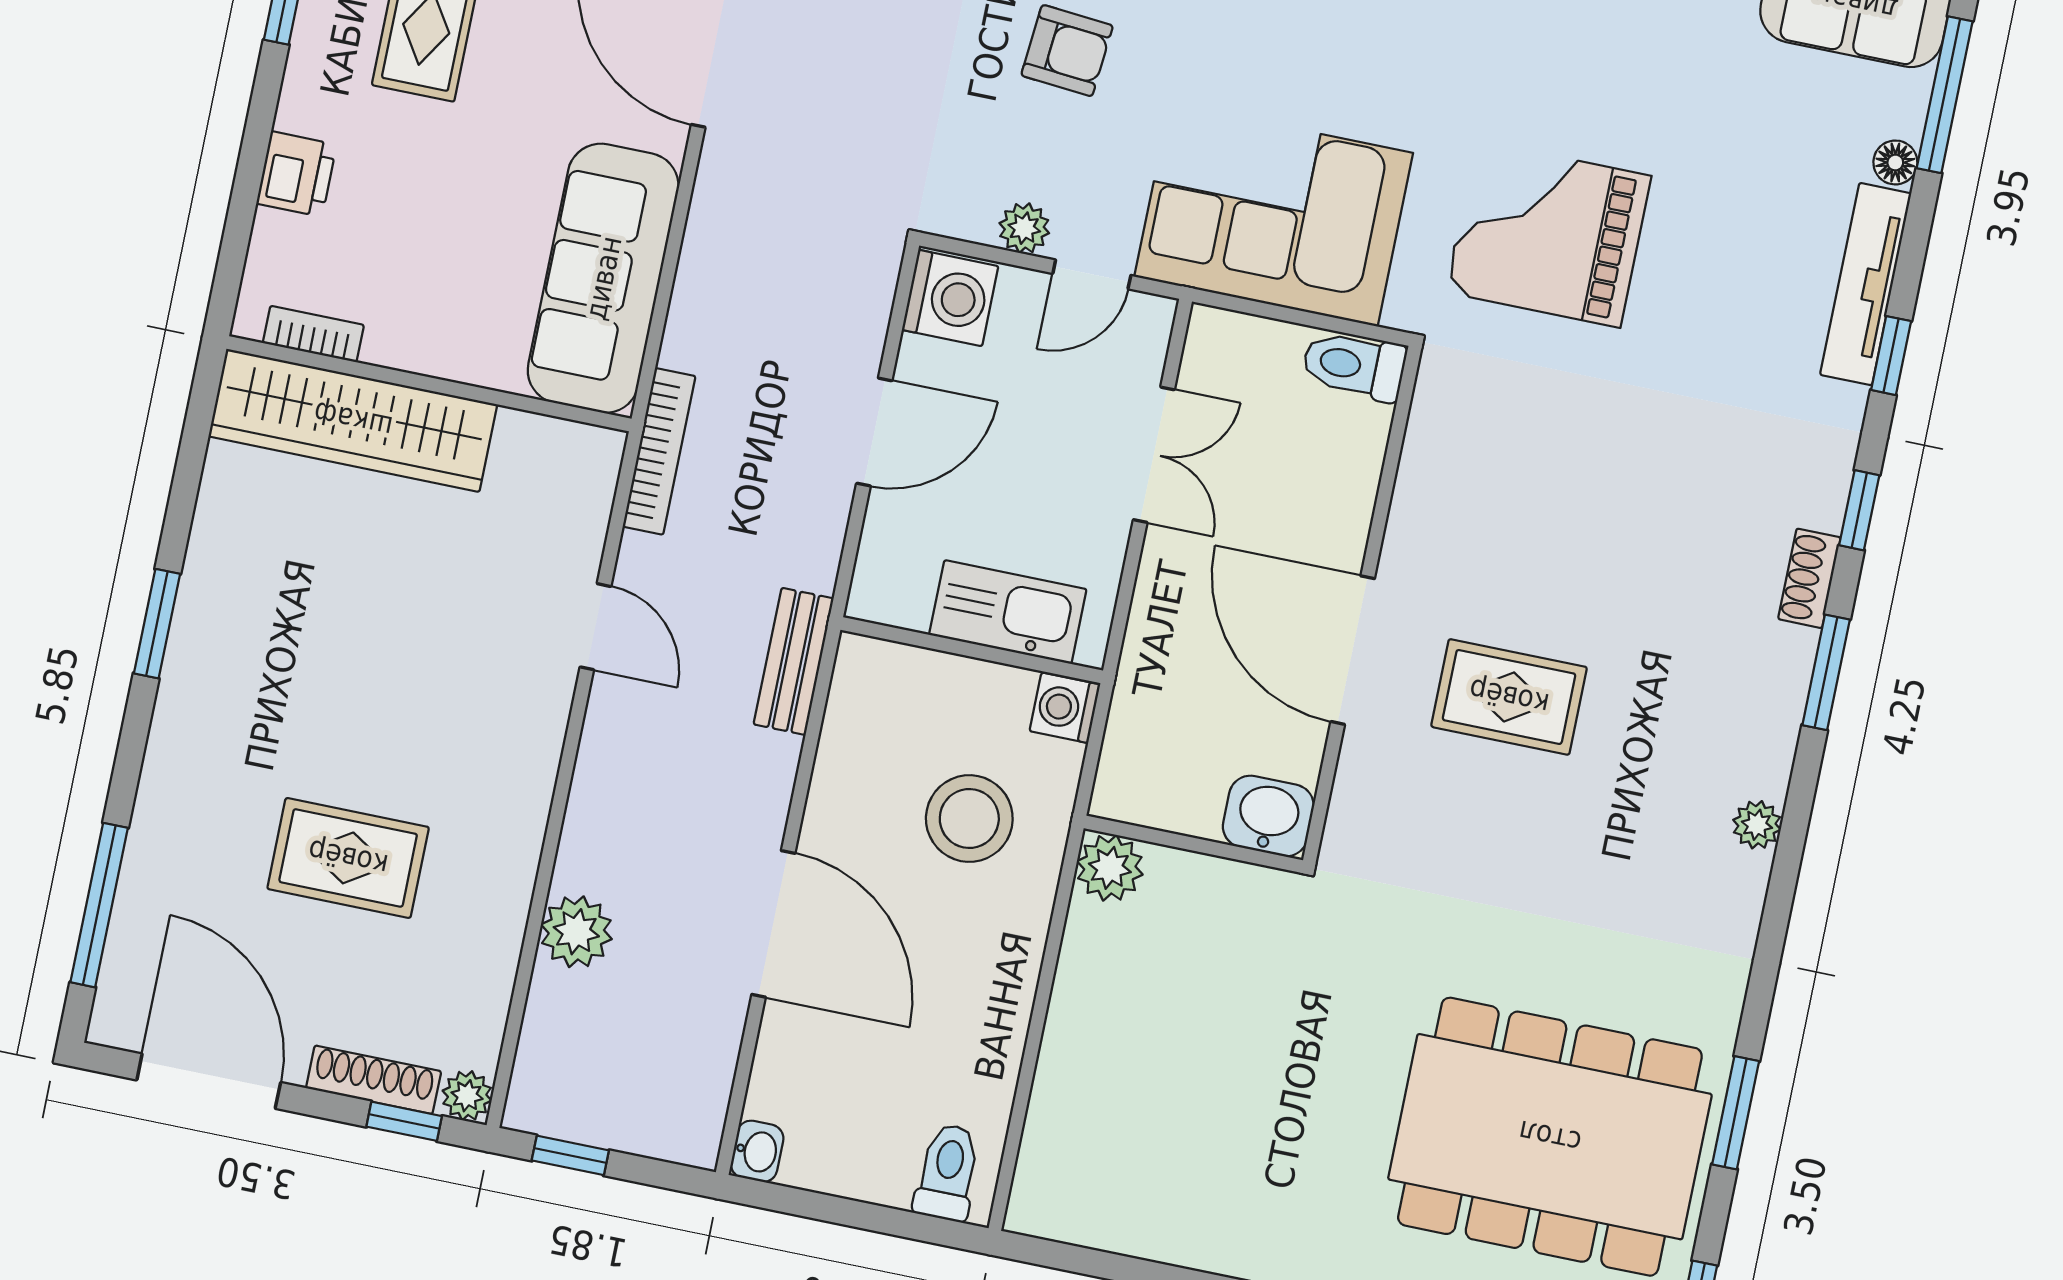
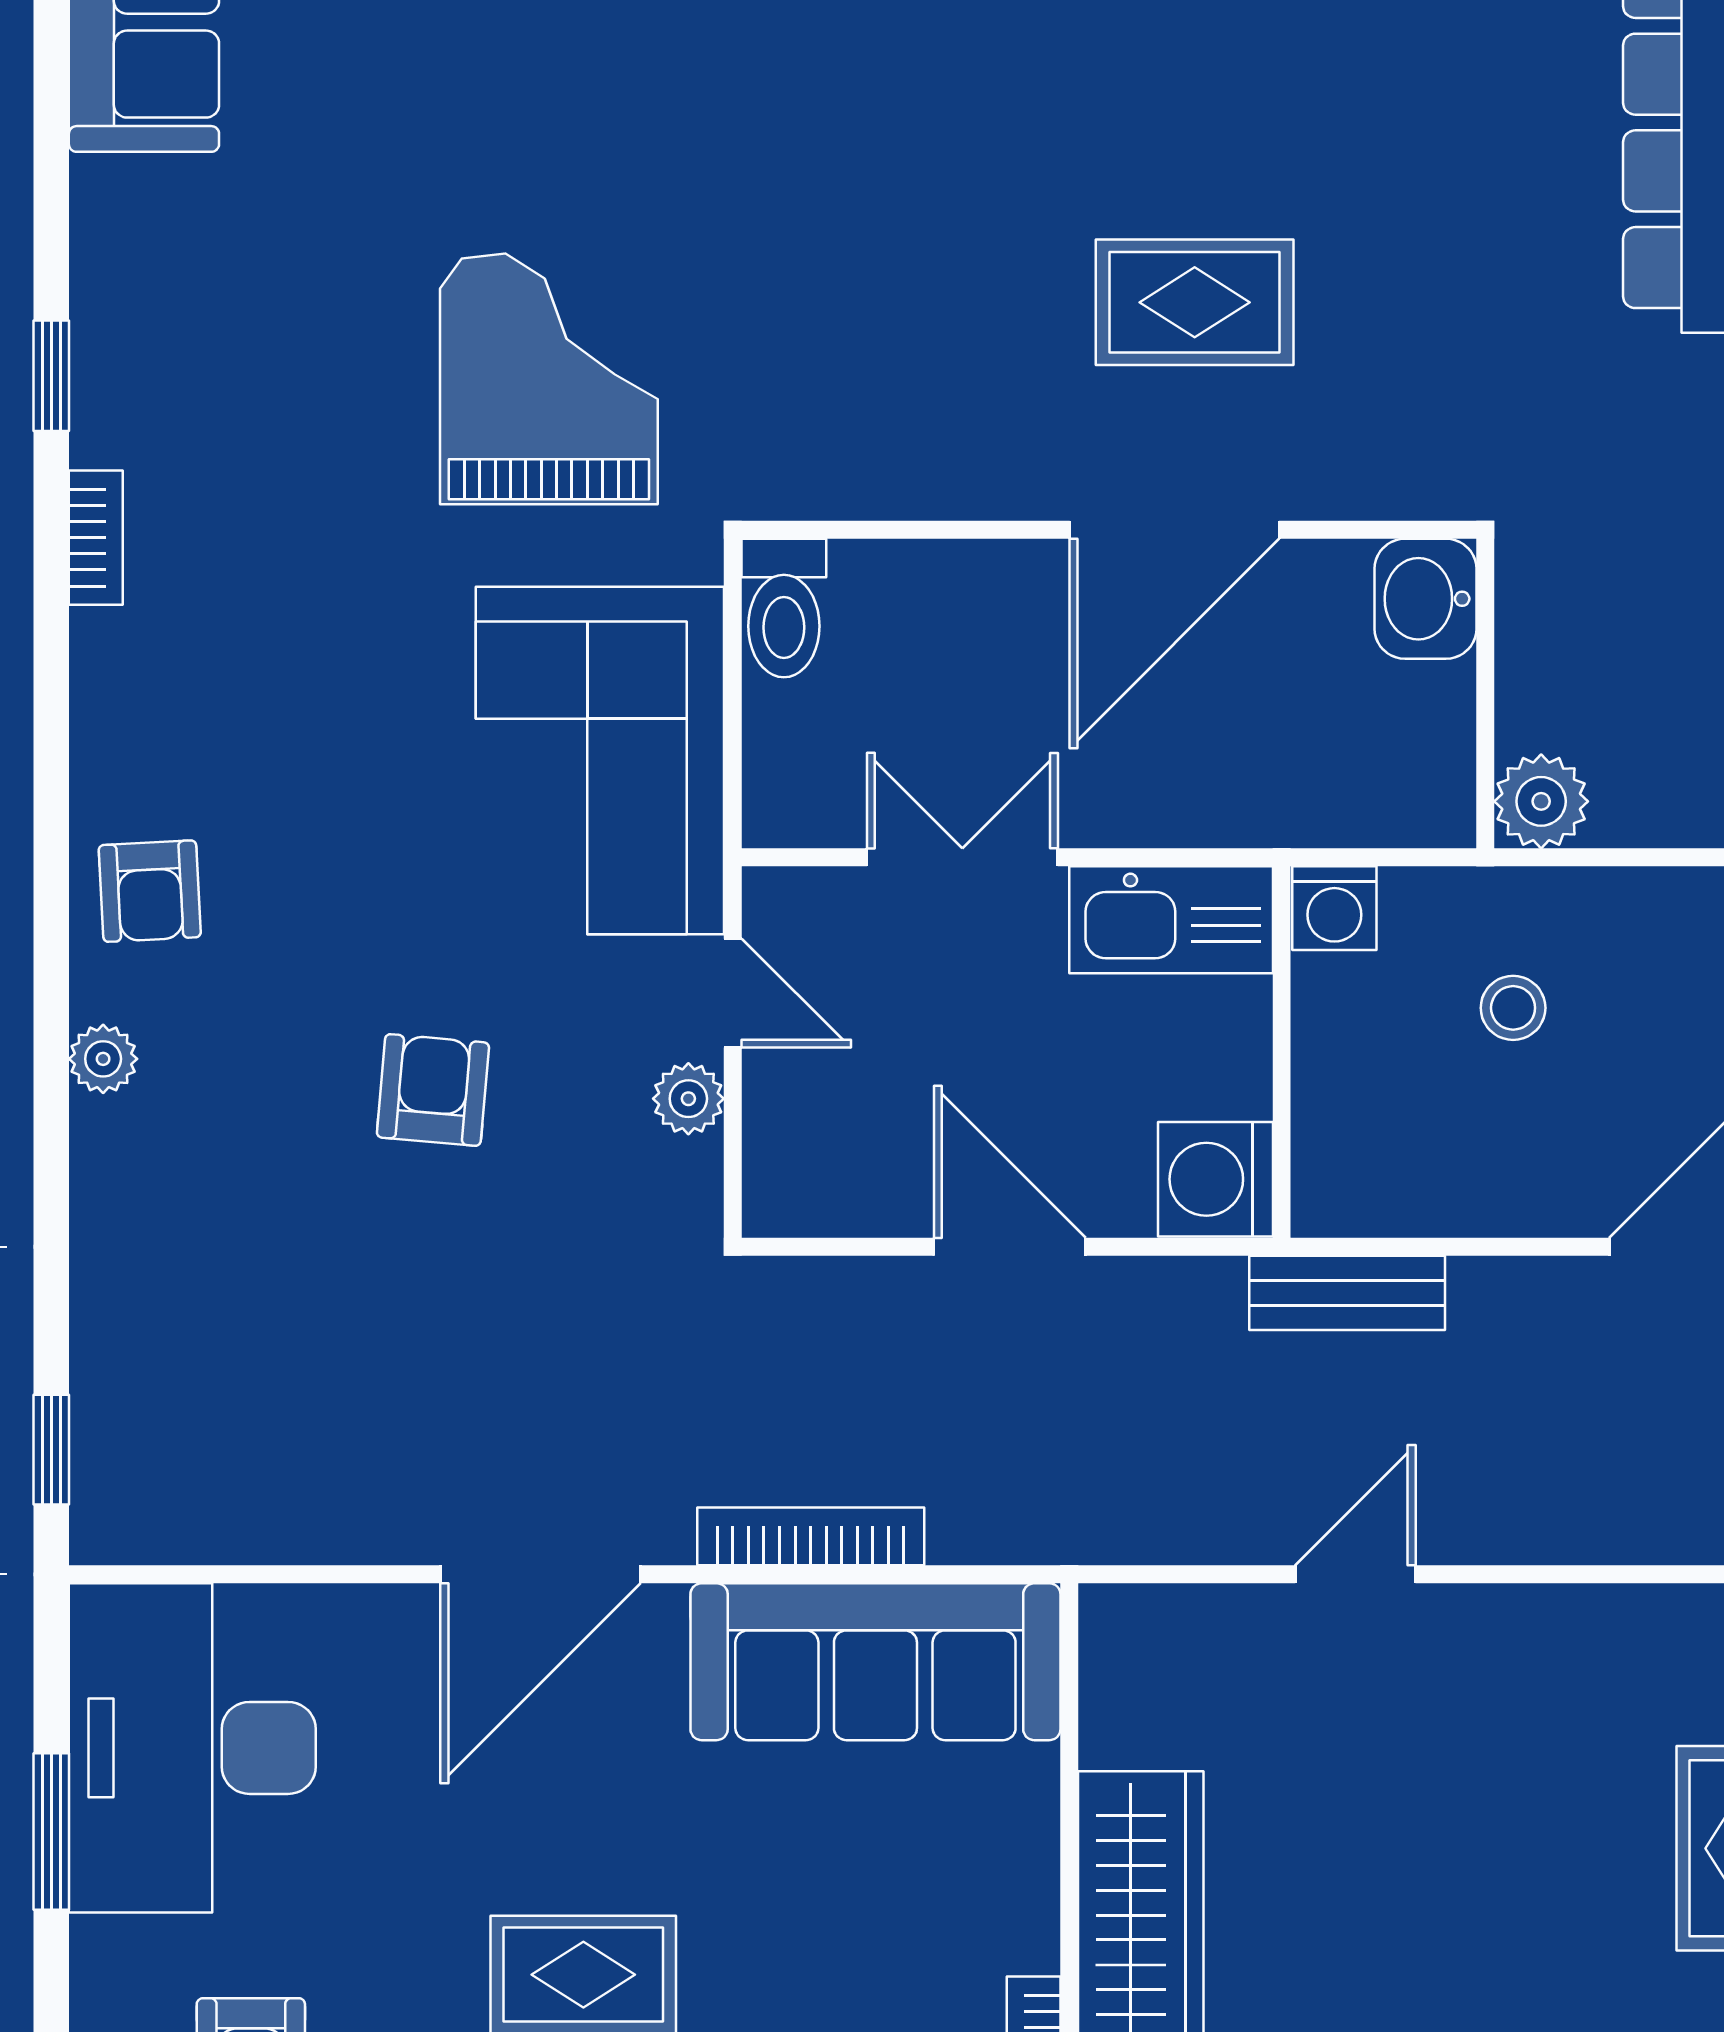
grand piano: (1548, 234) -> (549, 379), turned 180
washing machine: (950, 298) -> (1215, 1179), moved, turned -90
bookcase: (659, 451) -> (811, 1536), moved
kitchen sink: (1008, 612) -> (1171, 920), moved, turned -90
rug: (1509, 697) -> (1195, 302), turned 90
stool: (969, 819) -> (1513, 1008), width x0.53, depth x0.53

